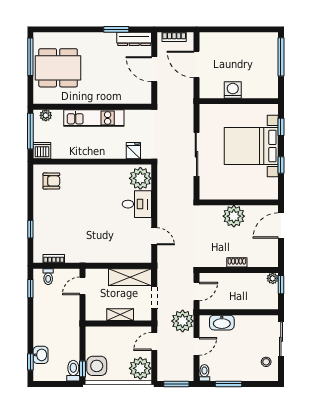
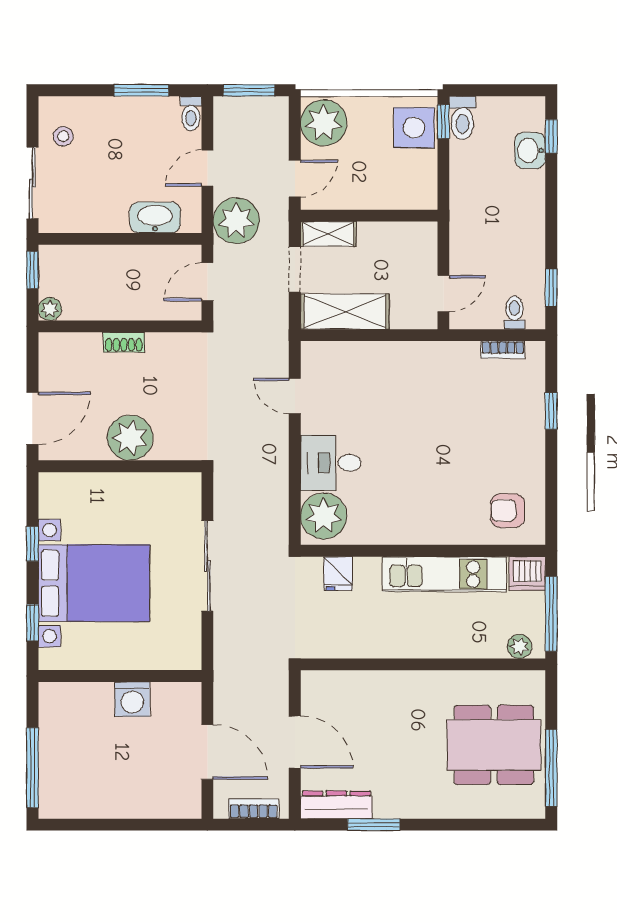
kitchen unit: (94, 118) -> (445, 574), moved, turned 180
window: (281, 285) -> (32, 270), moved
shelving: (120, 315) -> (328, 234), moved

